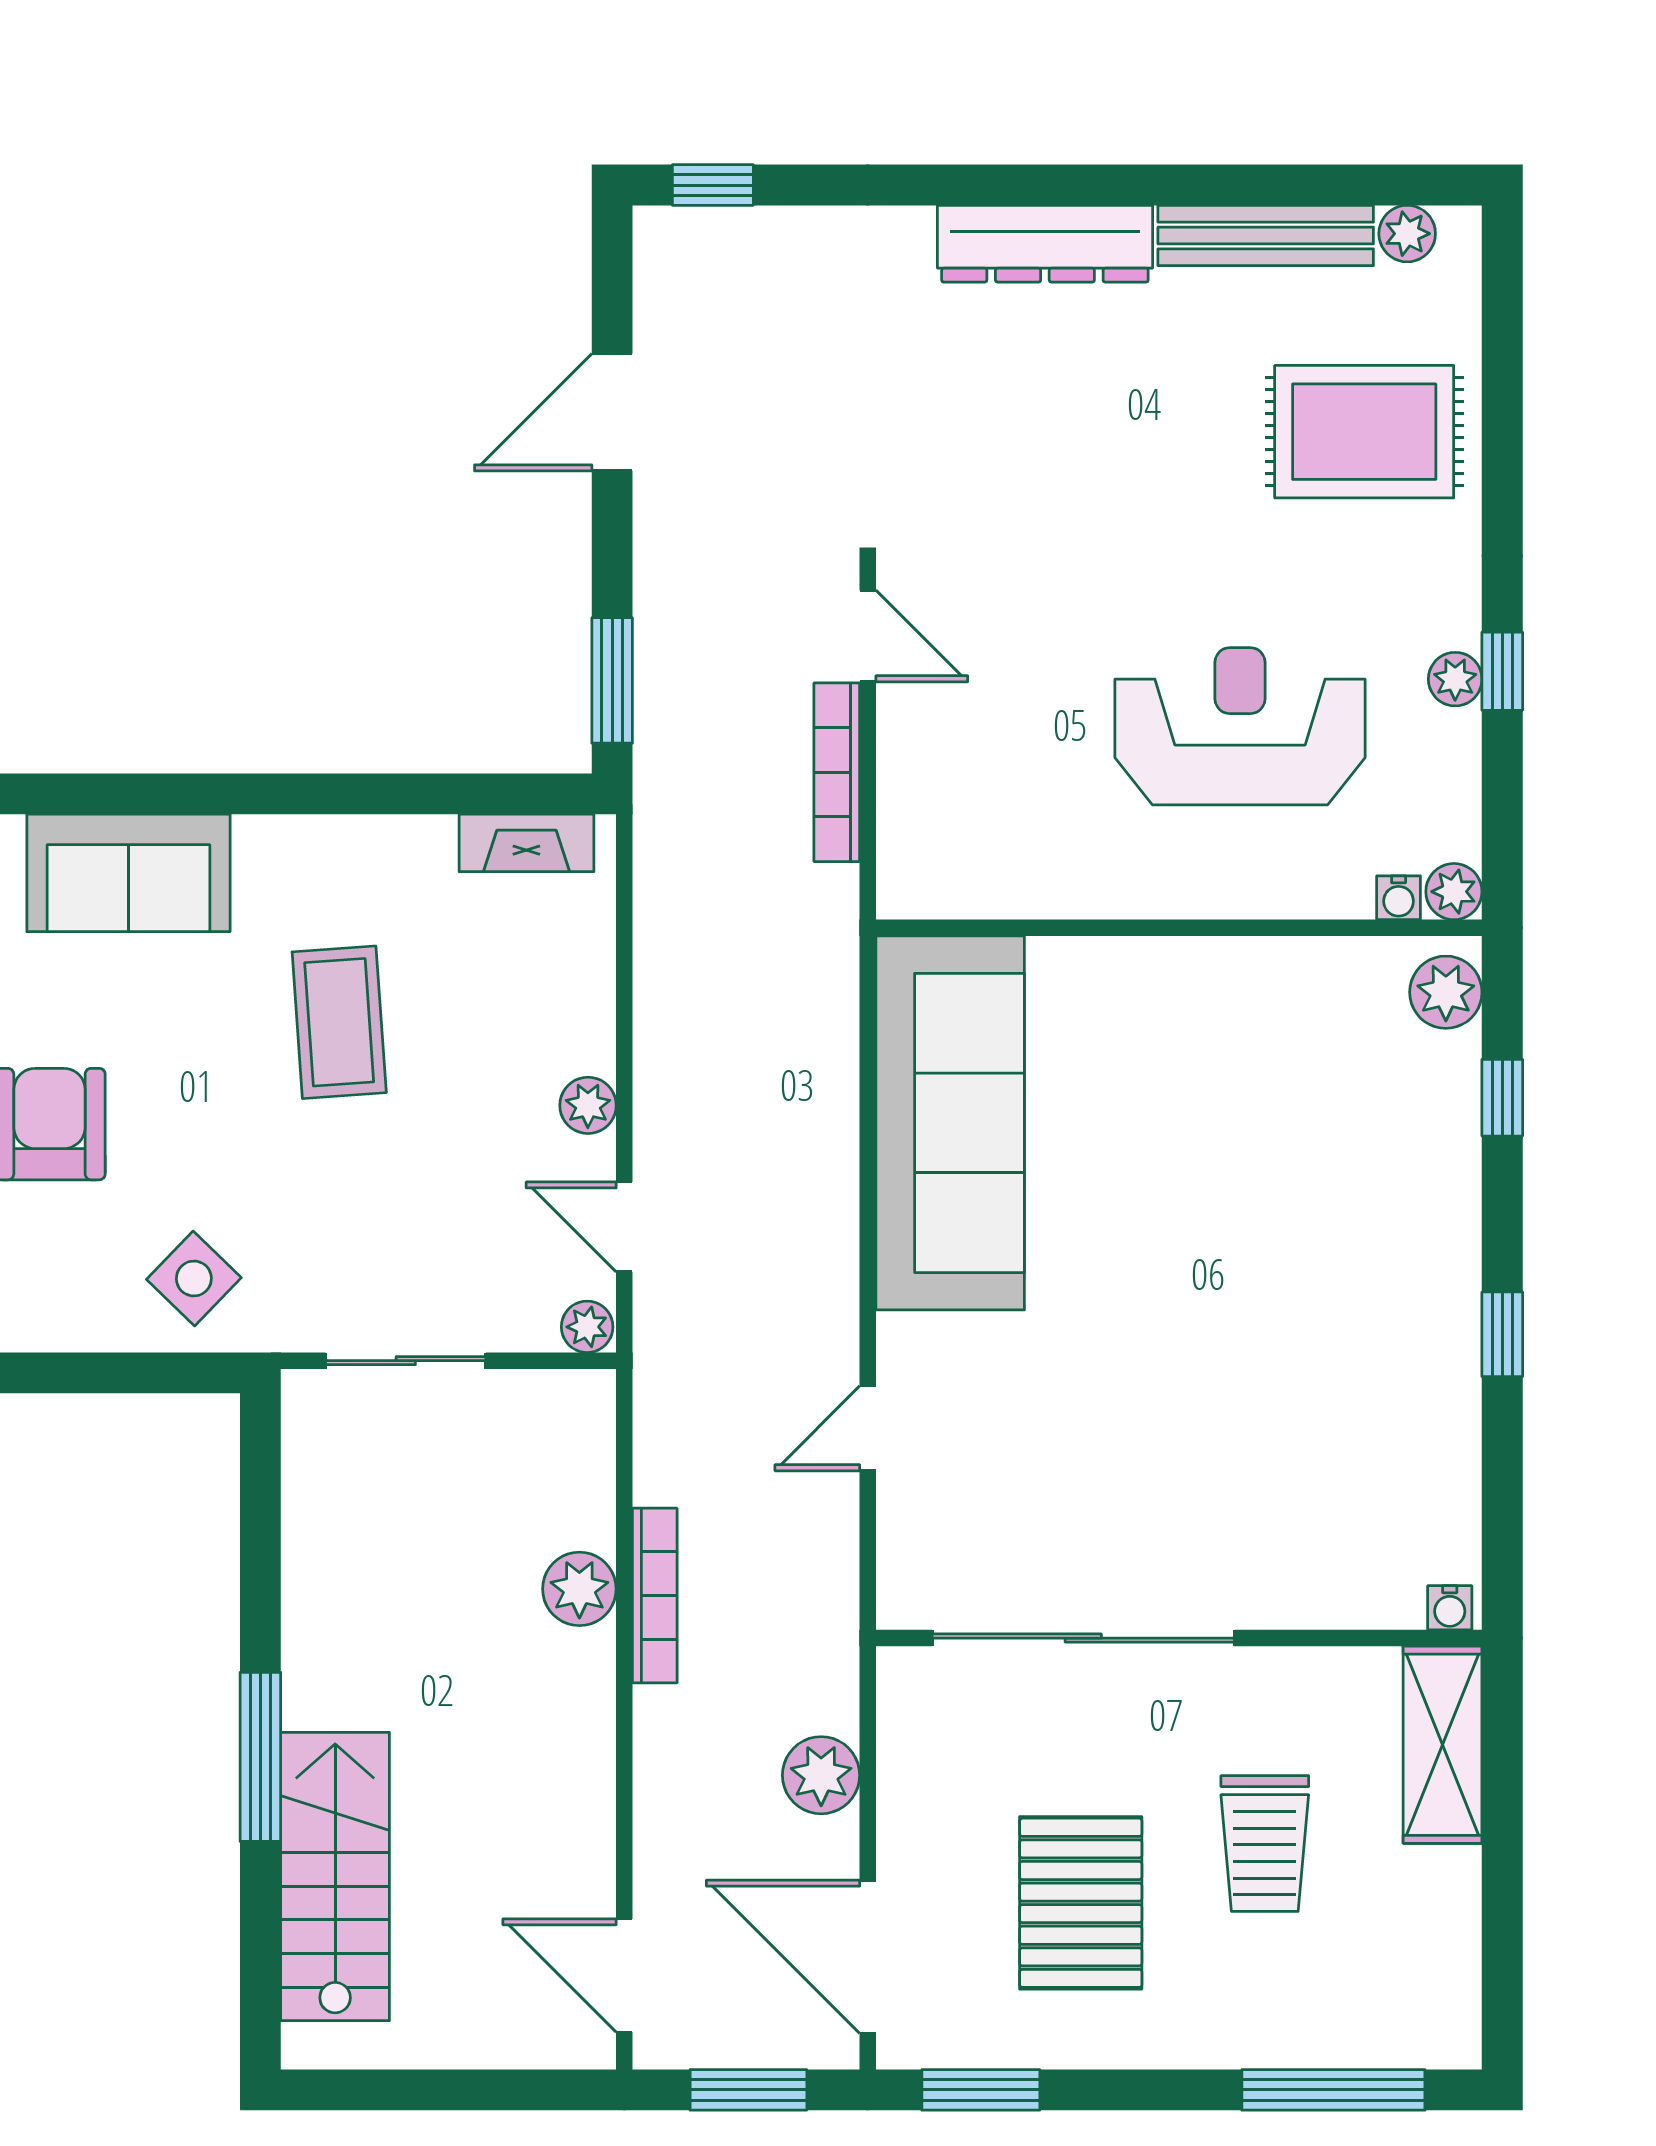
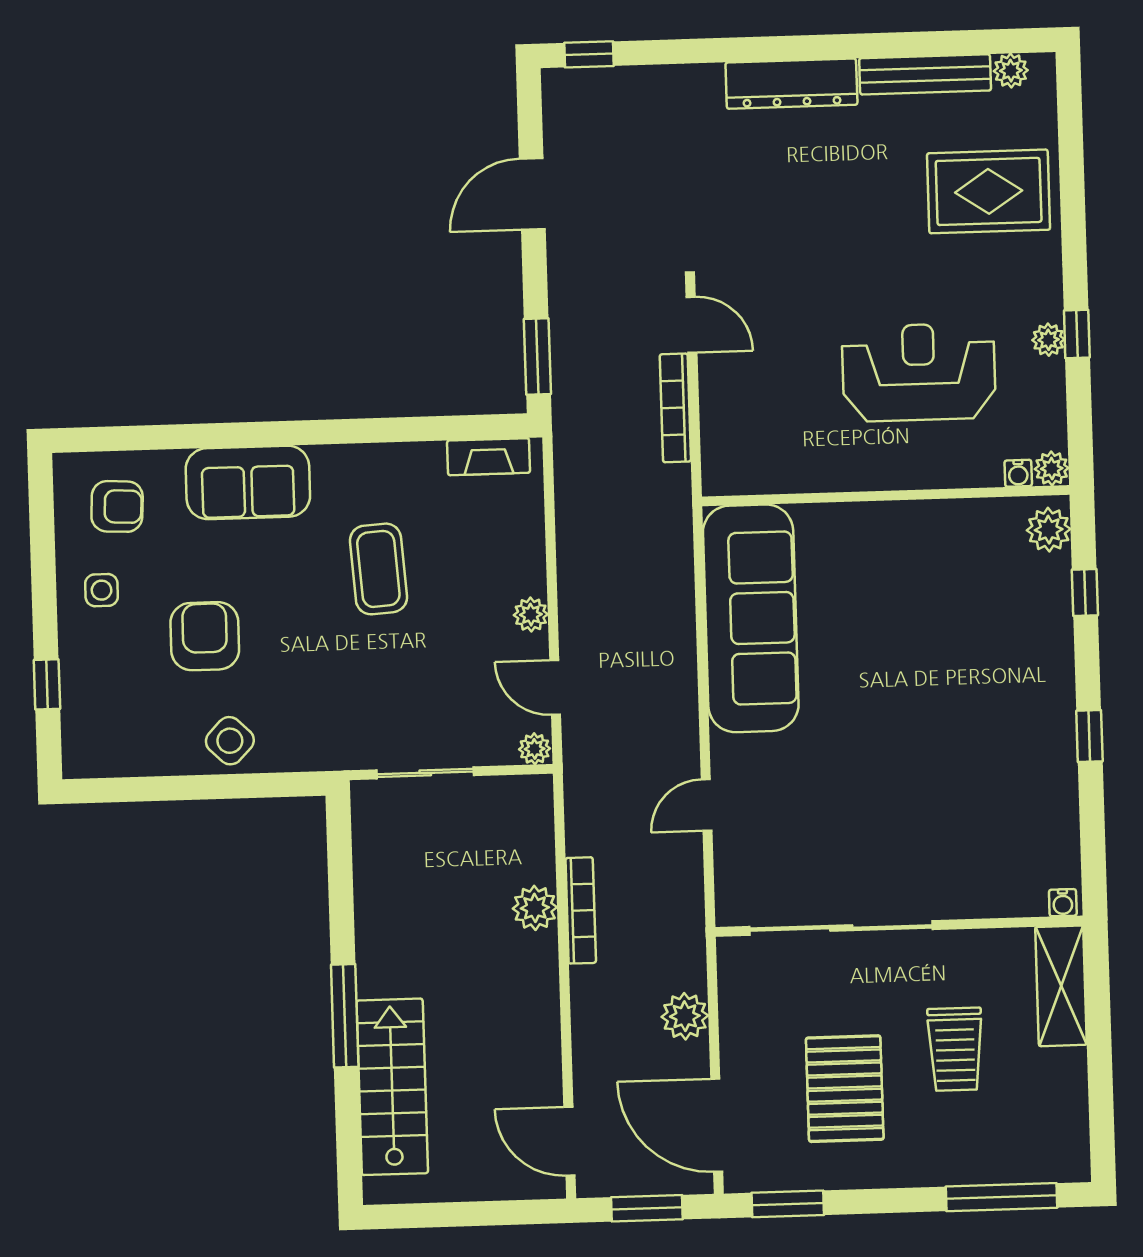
side table: (194, 1279) -> (230, 741), moved

